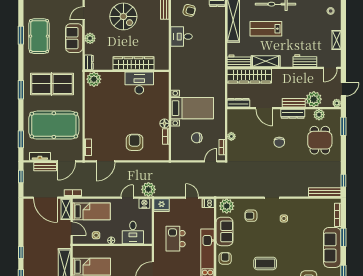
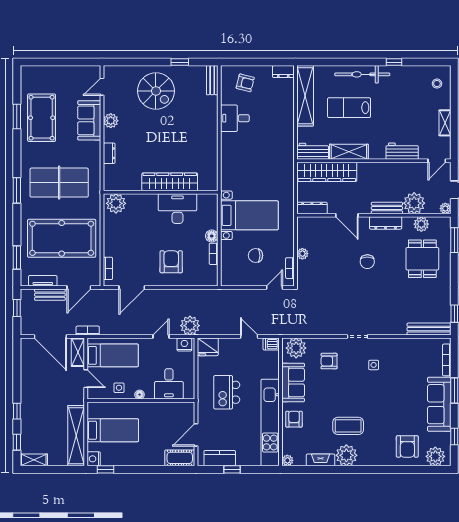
wardrobe: (133, 63) -> (170, 182), moved
wall: (127, 71) -> (161, 192), moved
plant: (94, 79) -> (116, 203), moved
desk: (139, 83) -> (177, 209), moved

